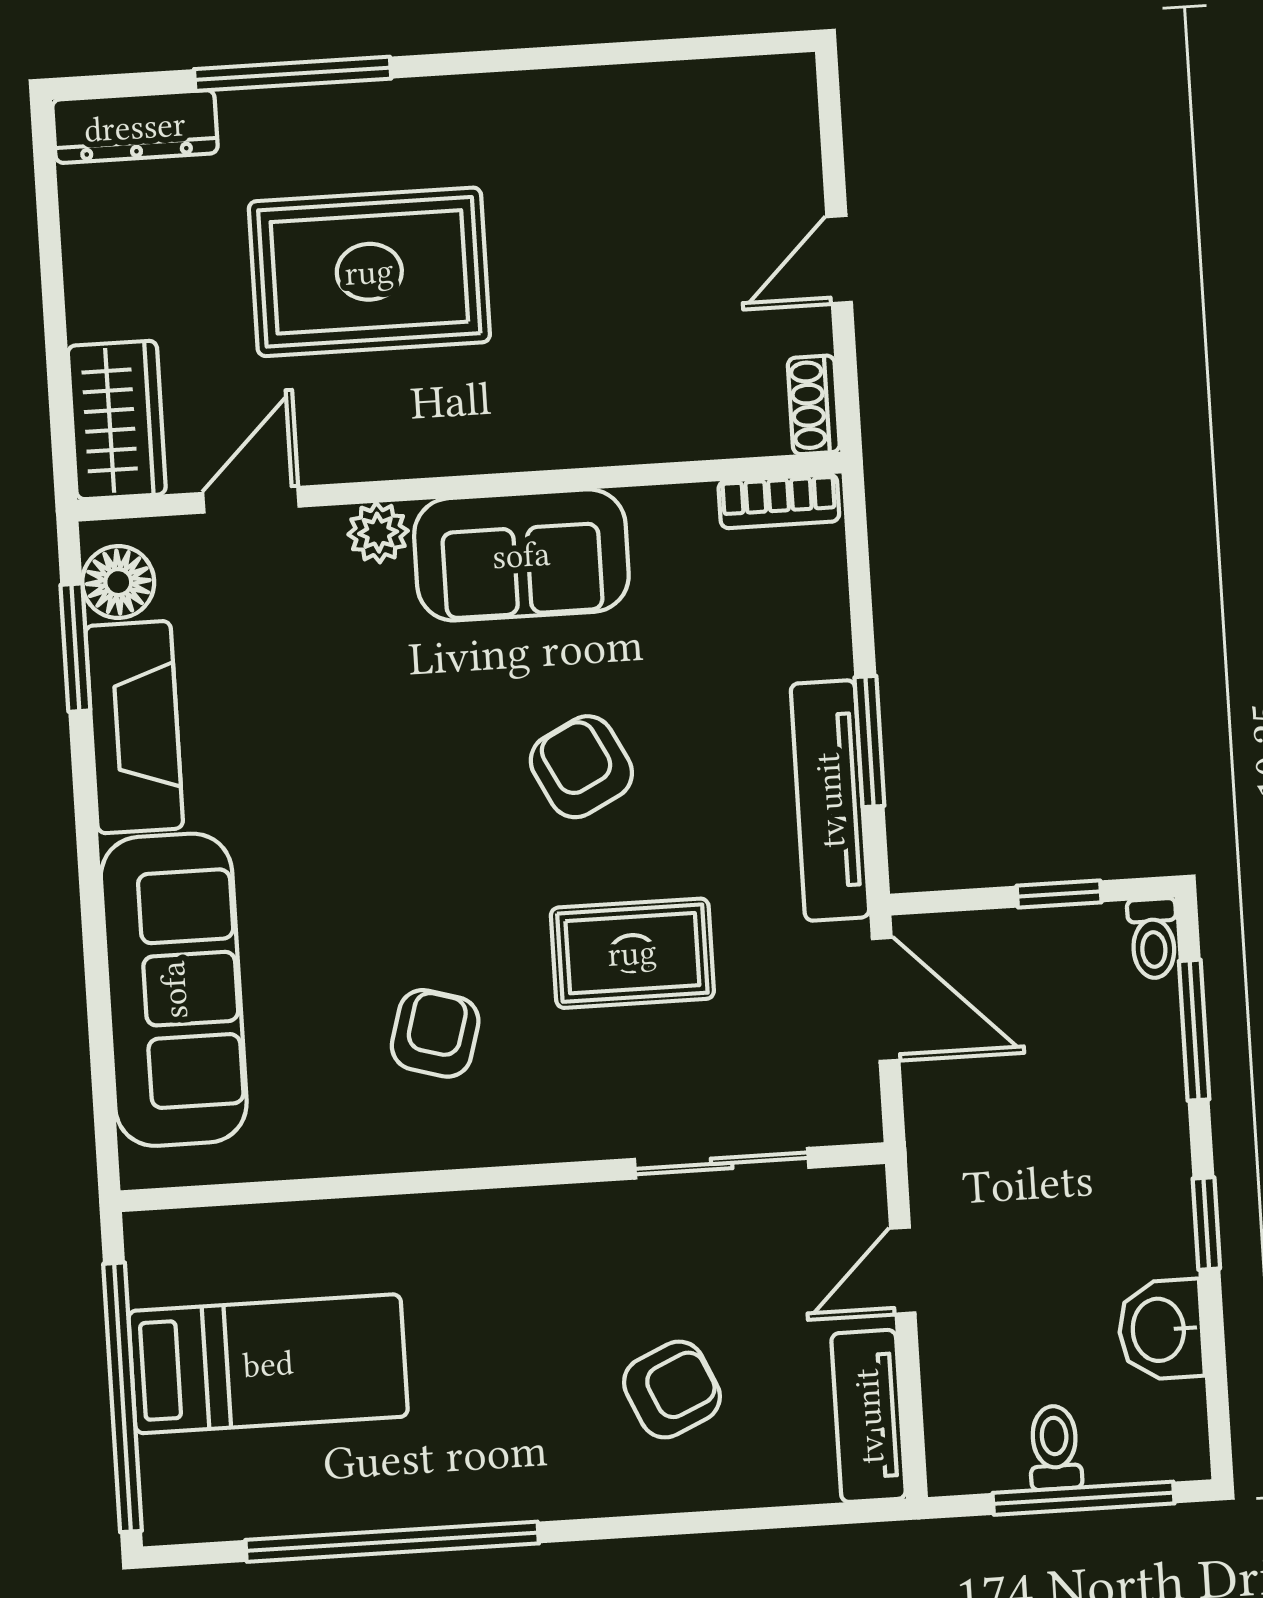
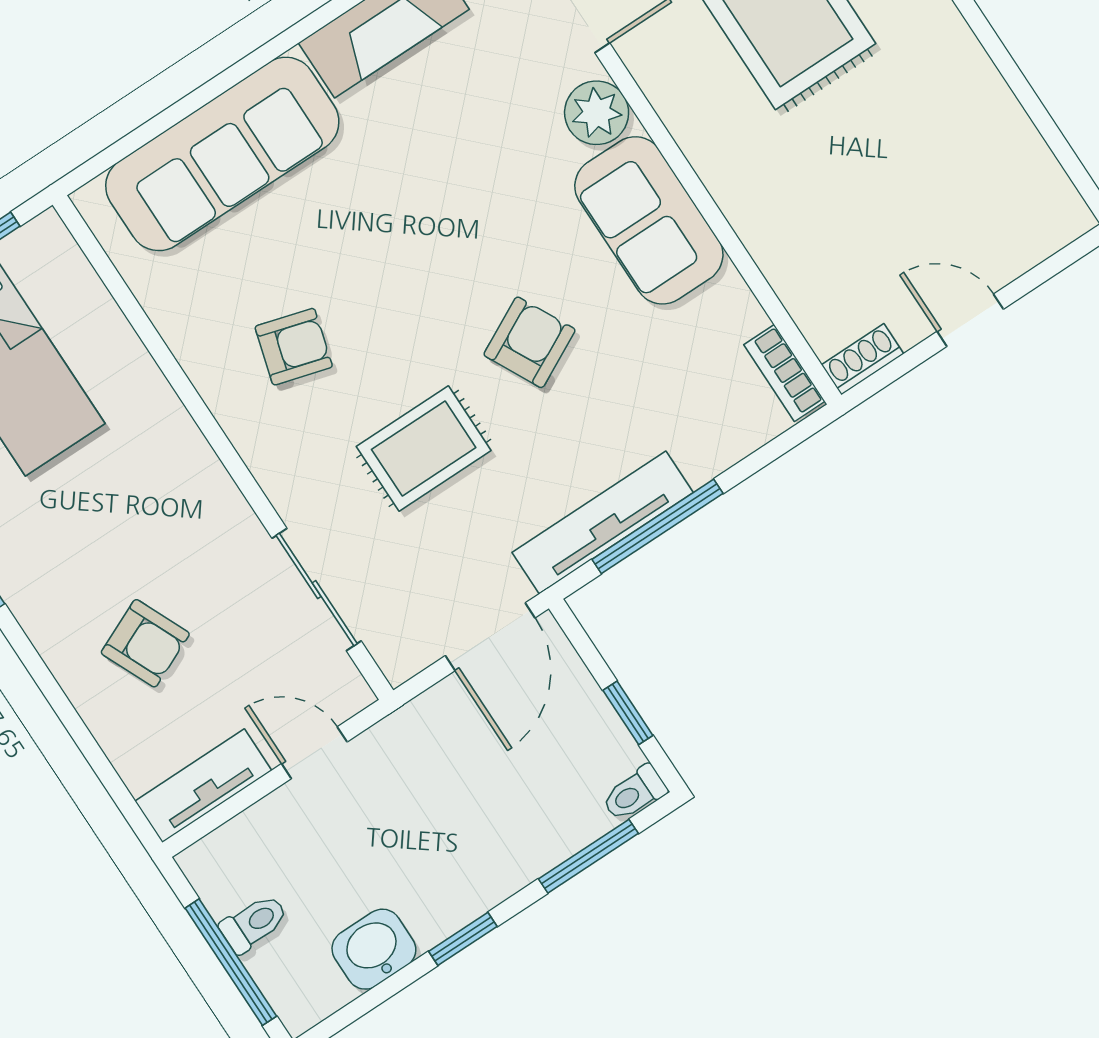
plant: (378, 533) -> (597, 113), width x1.38, depth x1.38
window: (869, 741) -> (657, 526), width x1.44
rug: (632, 953) -> (424, 448), turned 90

